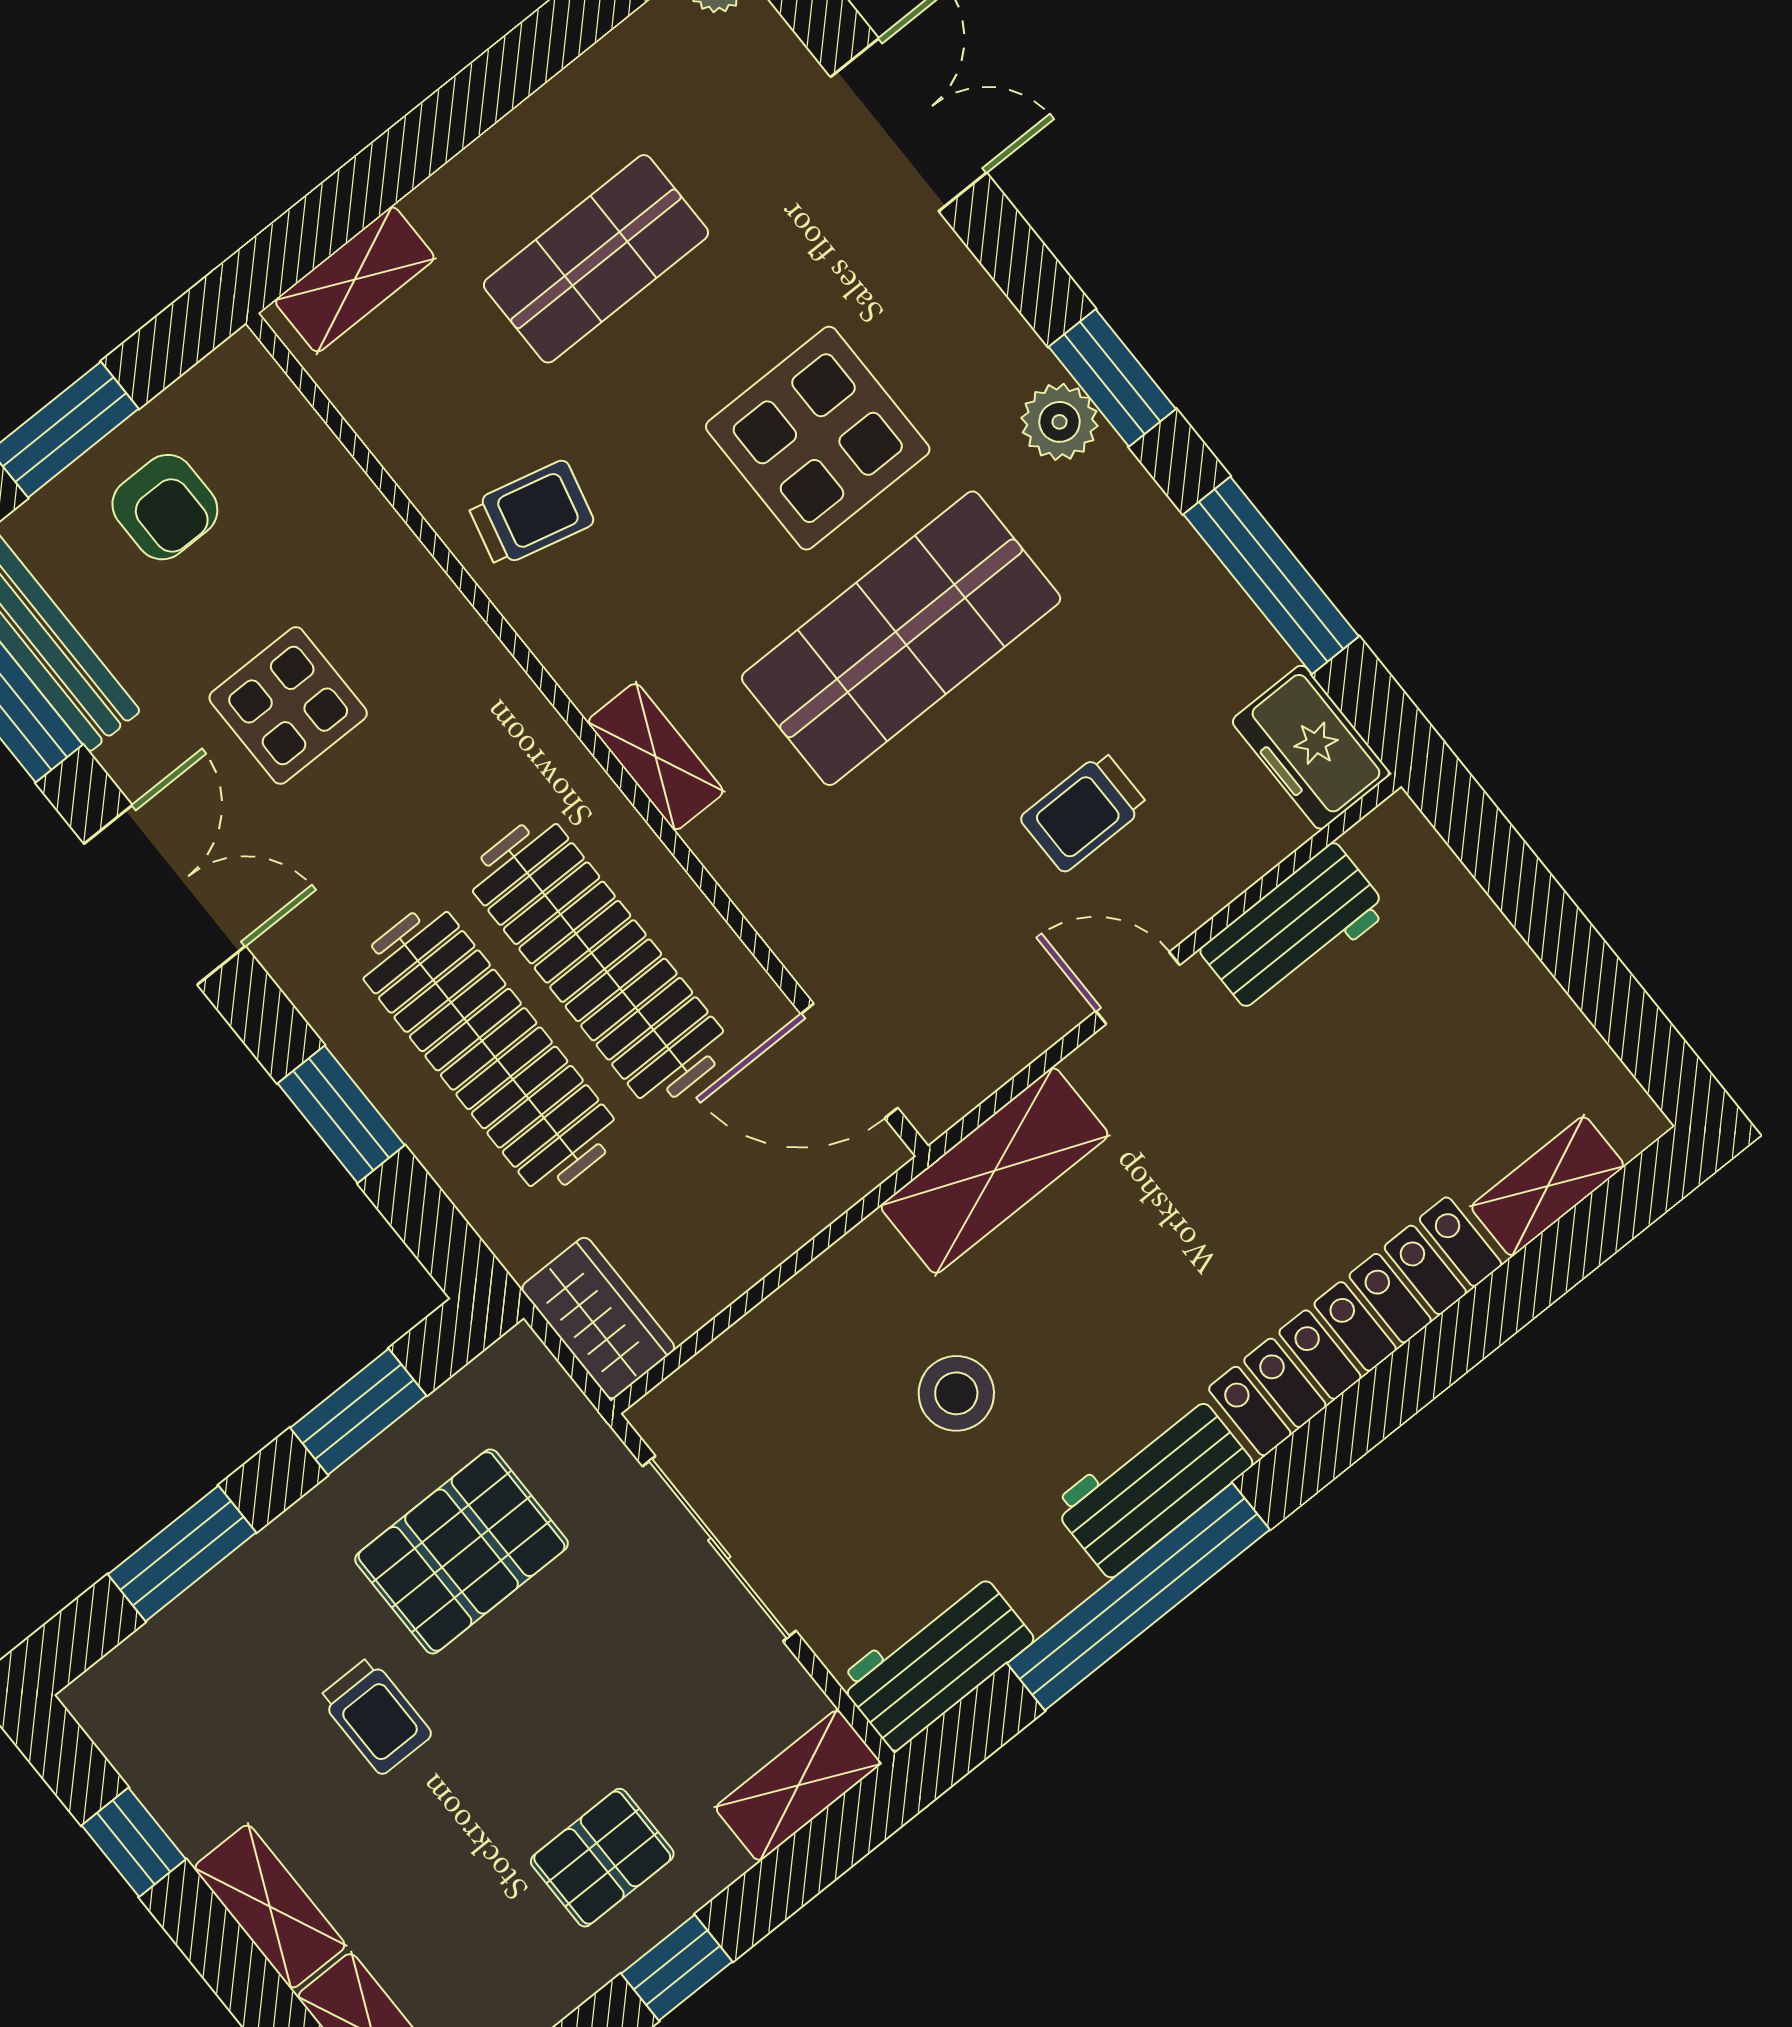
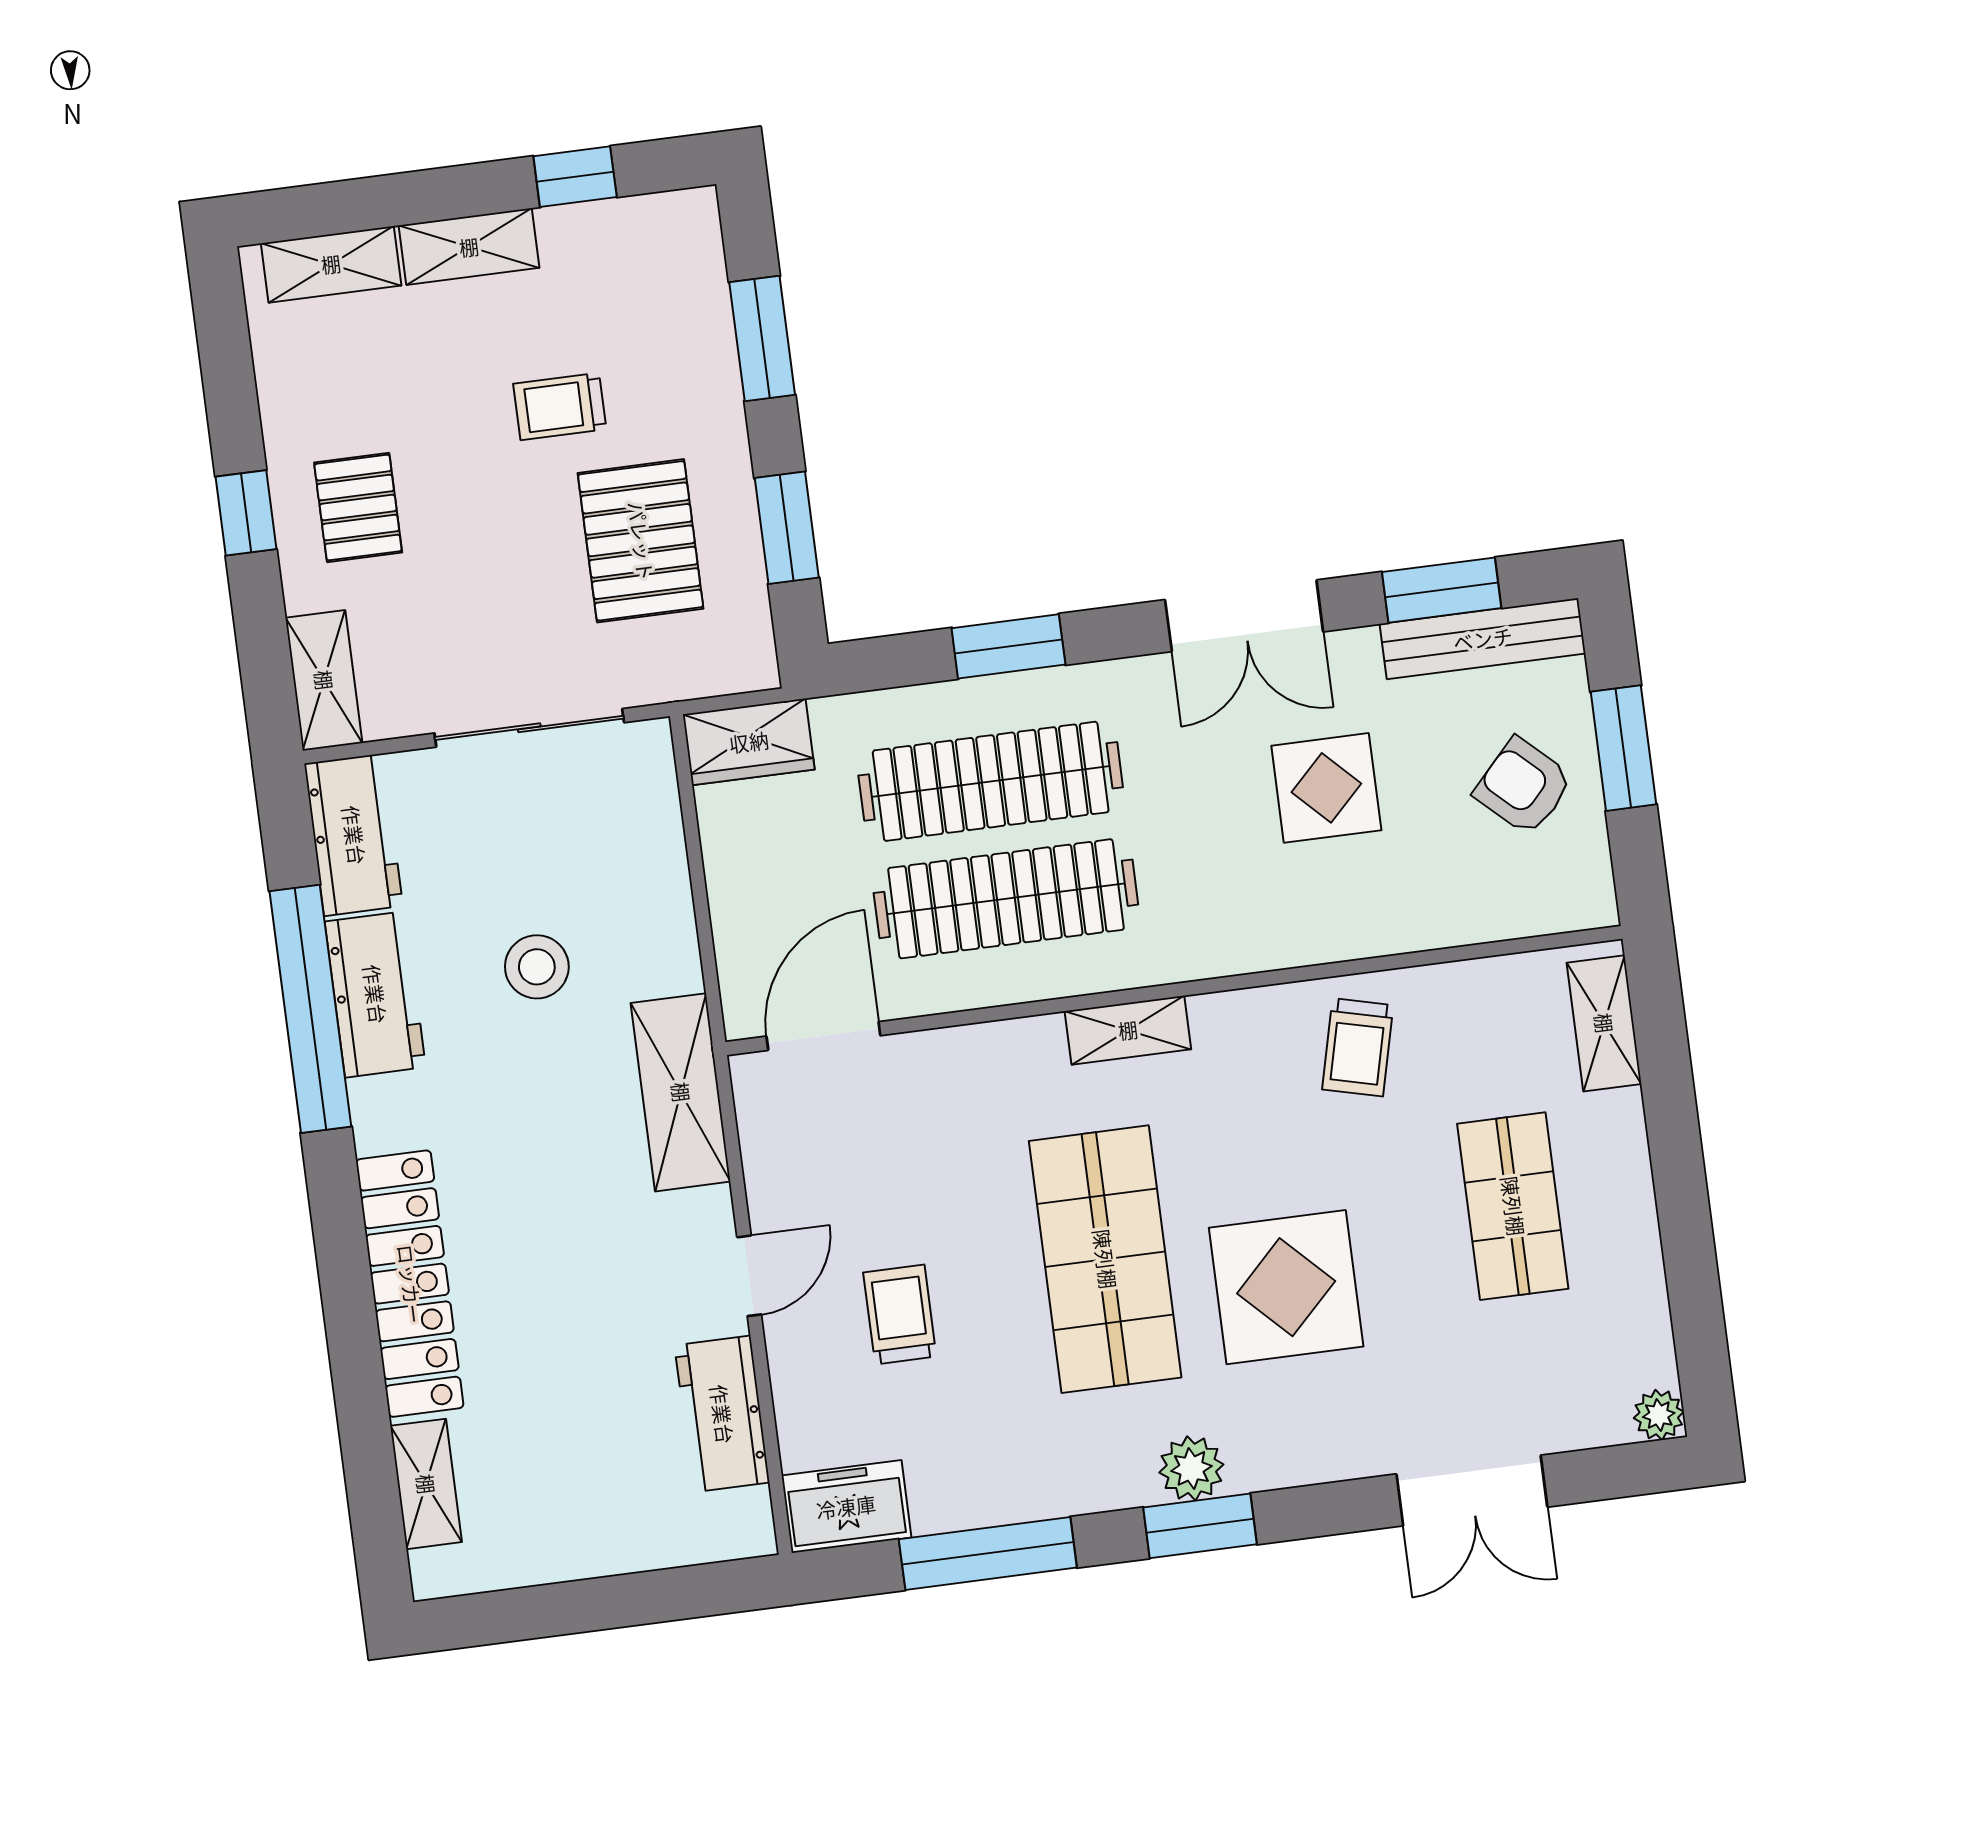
armchair: (165, 507) -> (1523, 786), turned 43
workbench: (1152, 1485) -> (375, 994), moved

